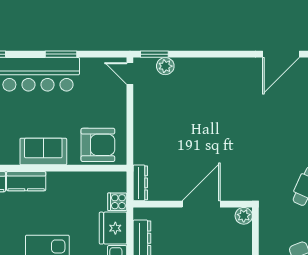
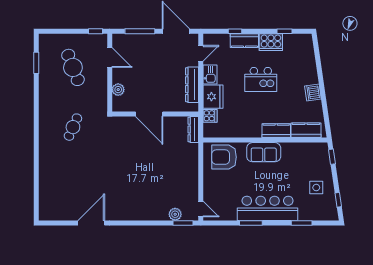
door: (201, 204) -> (149, 114), hinge flipped
plant: (244, 216) -> (118, 90), moved

